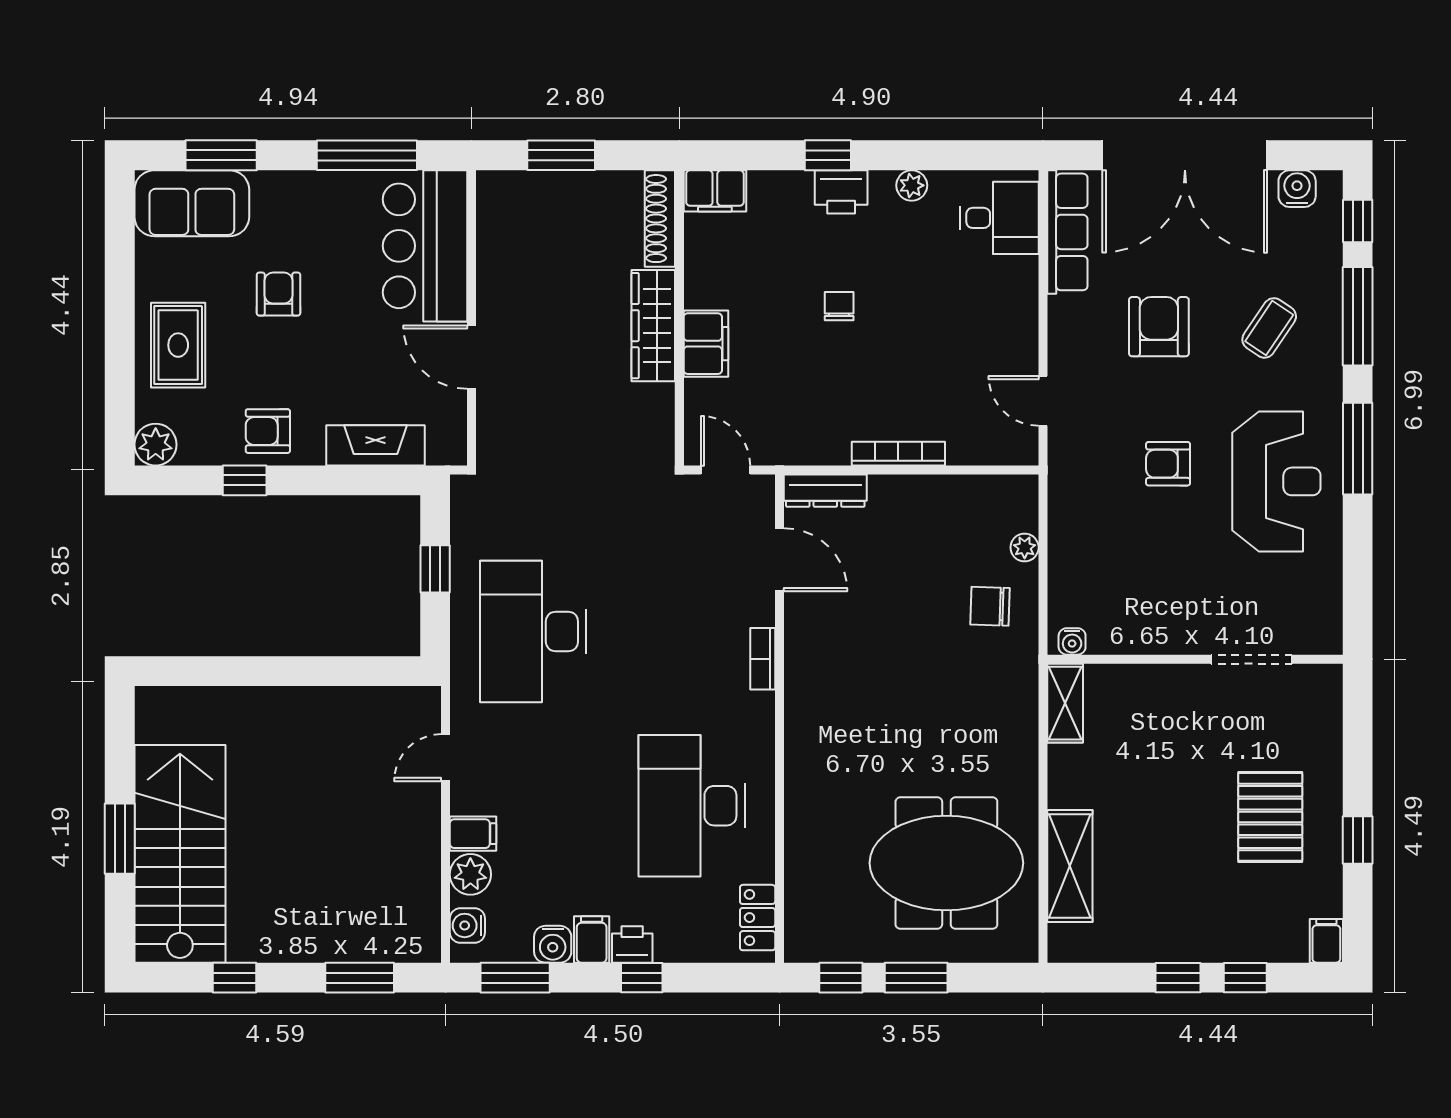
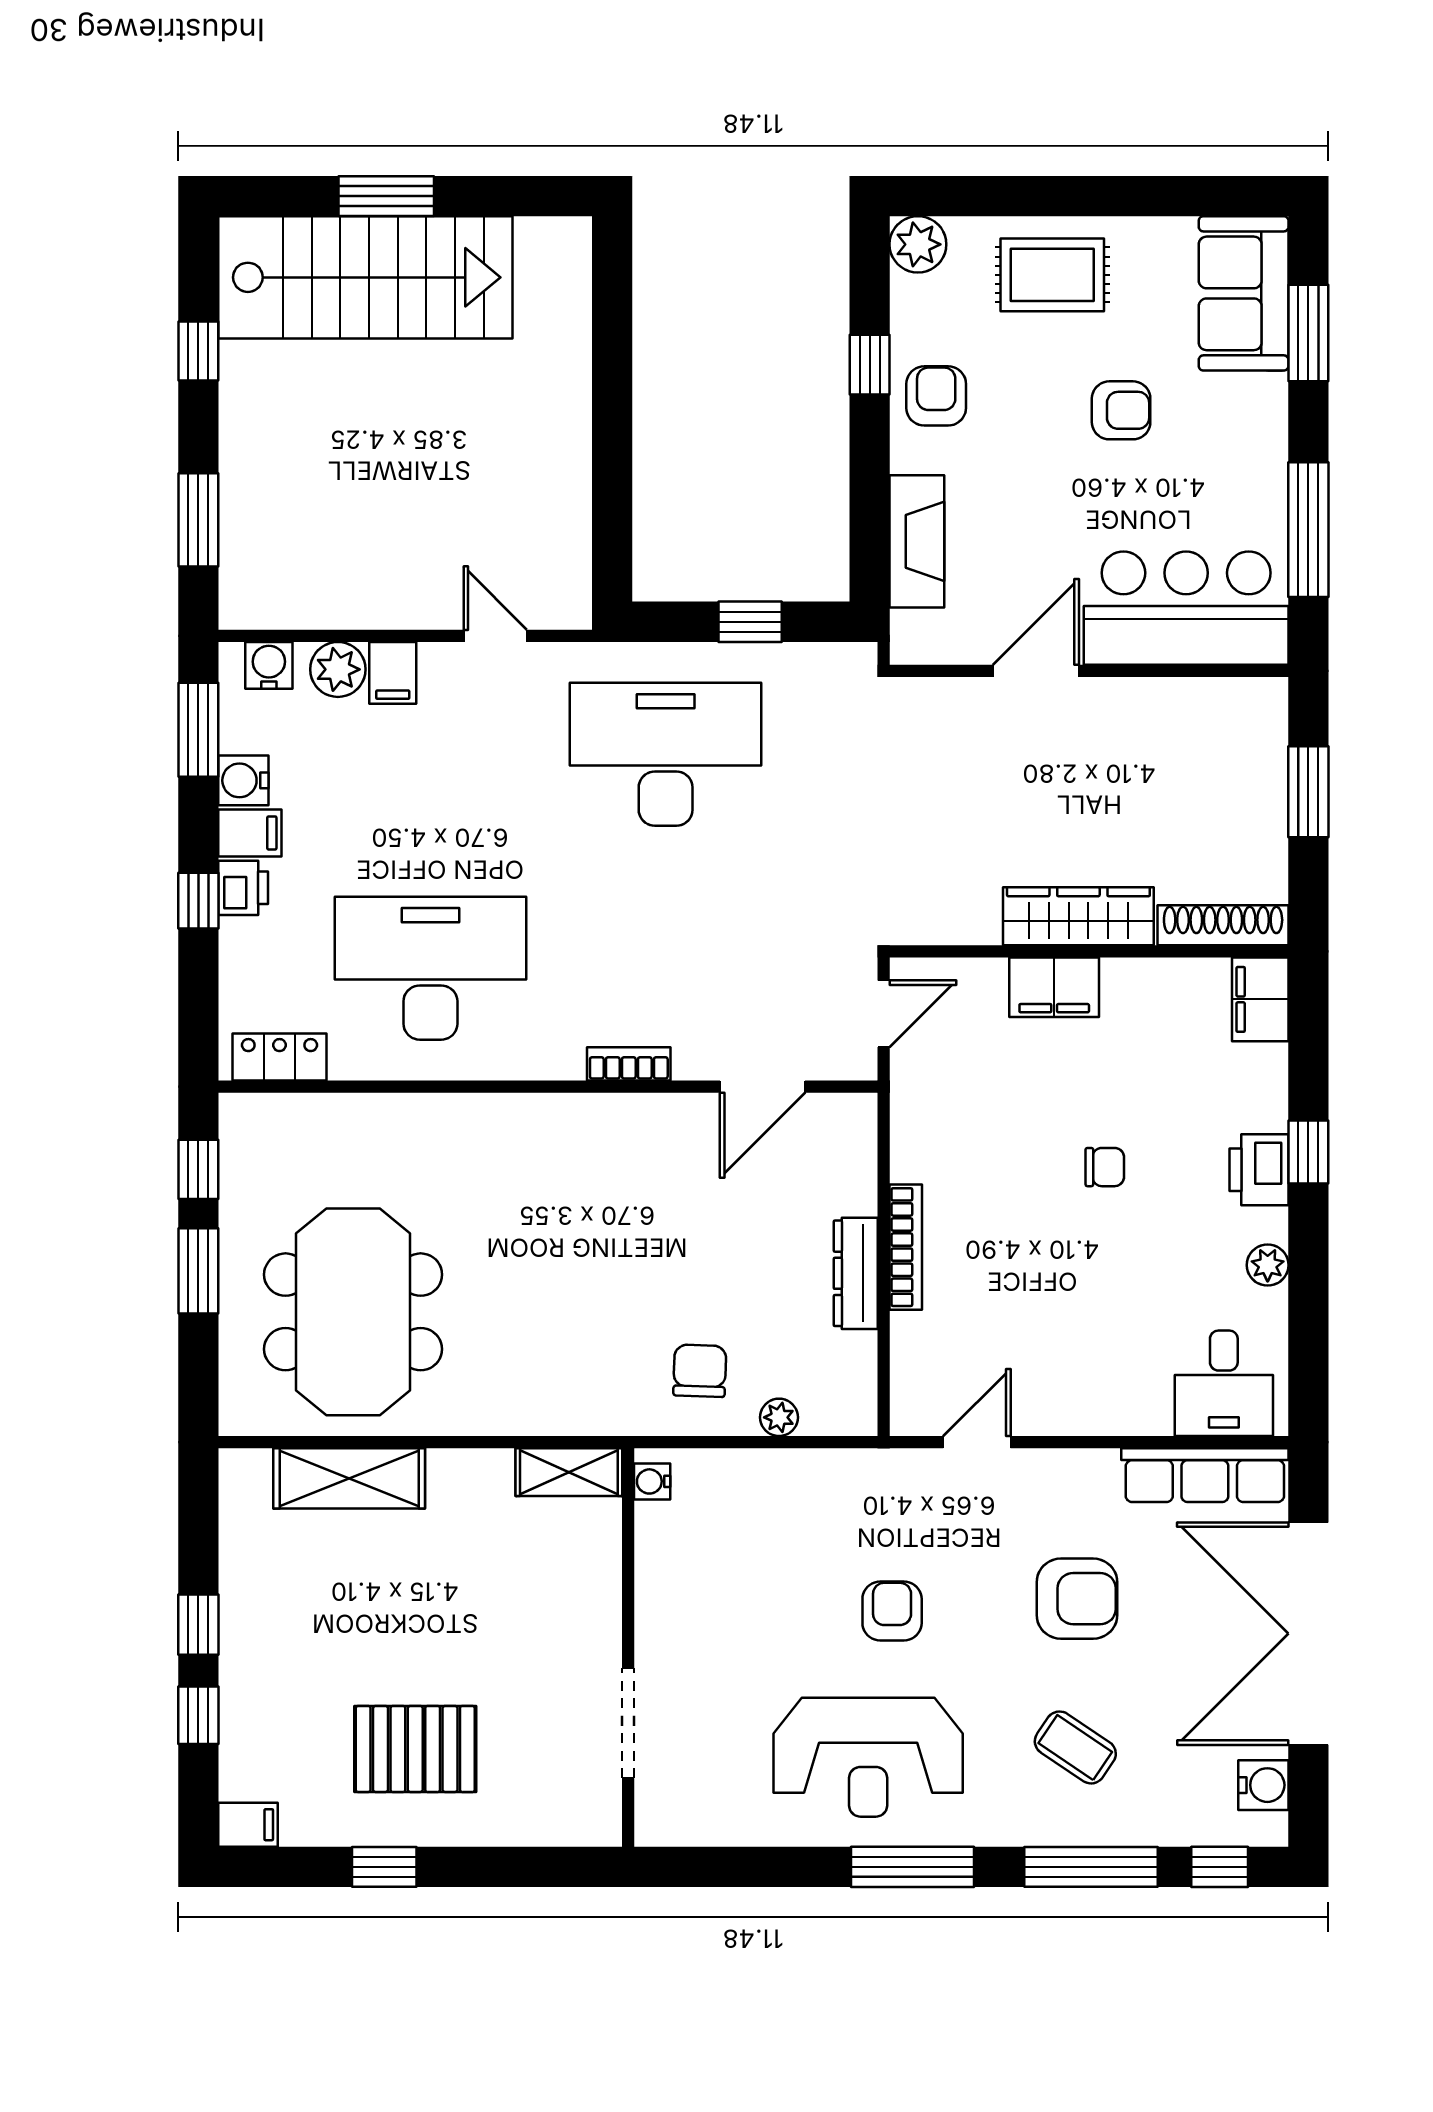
dresser: (825, 491) -> (856, 1273), moved

